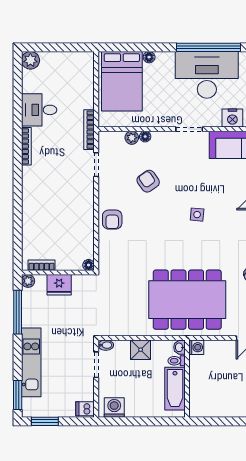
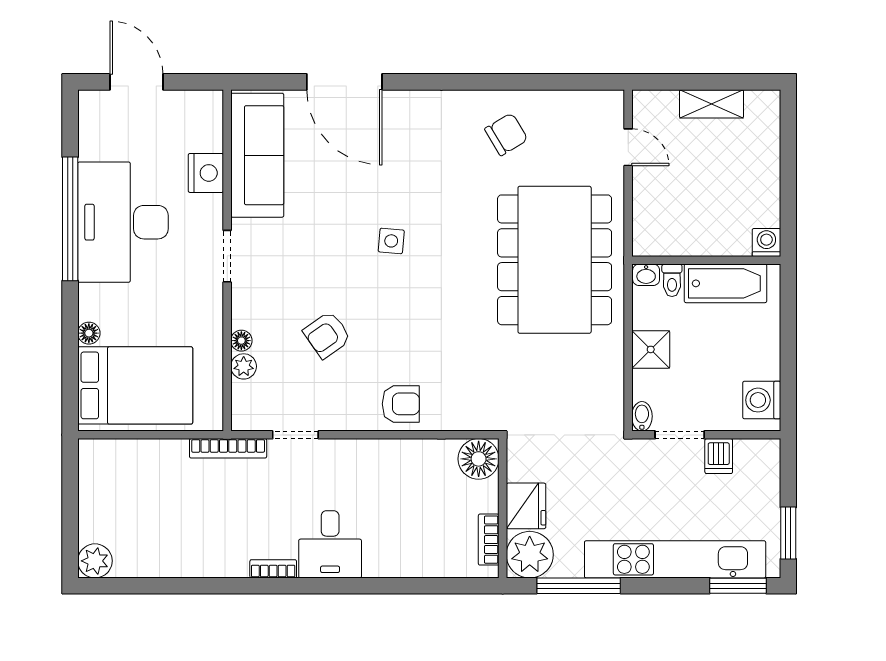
desk: (39, 110) -> (330, 544), moved
bookcase: (26, 146) -> (273, 569), width x0.64
floor lamp: (89, 265) -> (479, 459), width x1.89, depth x1.89
plant: (28, 281) -> (530, 555), width x1.88, depth x1.88
washing machine: (196, 347) -> (766, 242), moved
kitchen unit: (31, 362) -> (675, 559), width x1.36
dishwasher: (85, 409) -> (719, 456), moved

